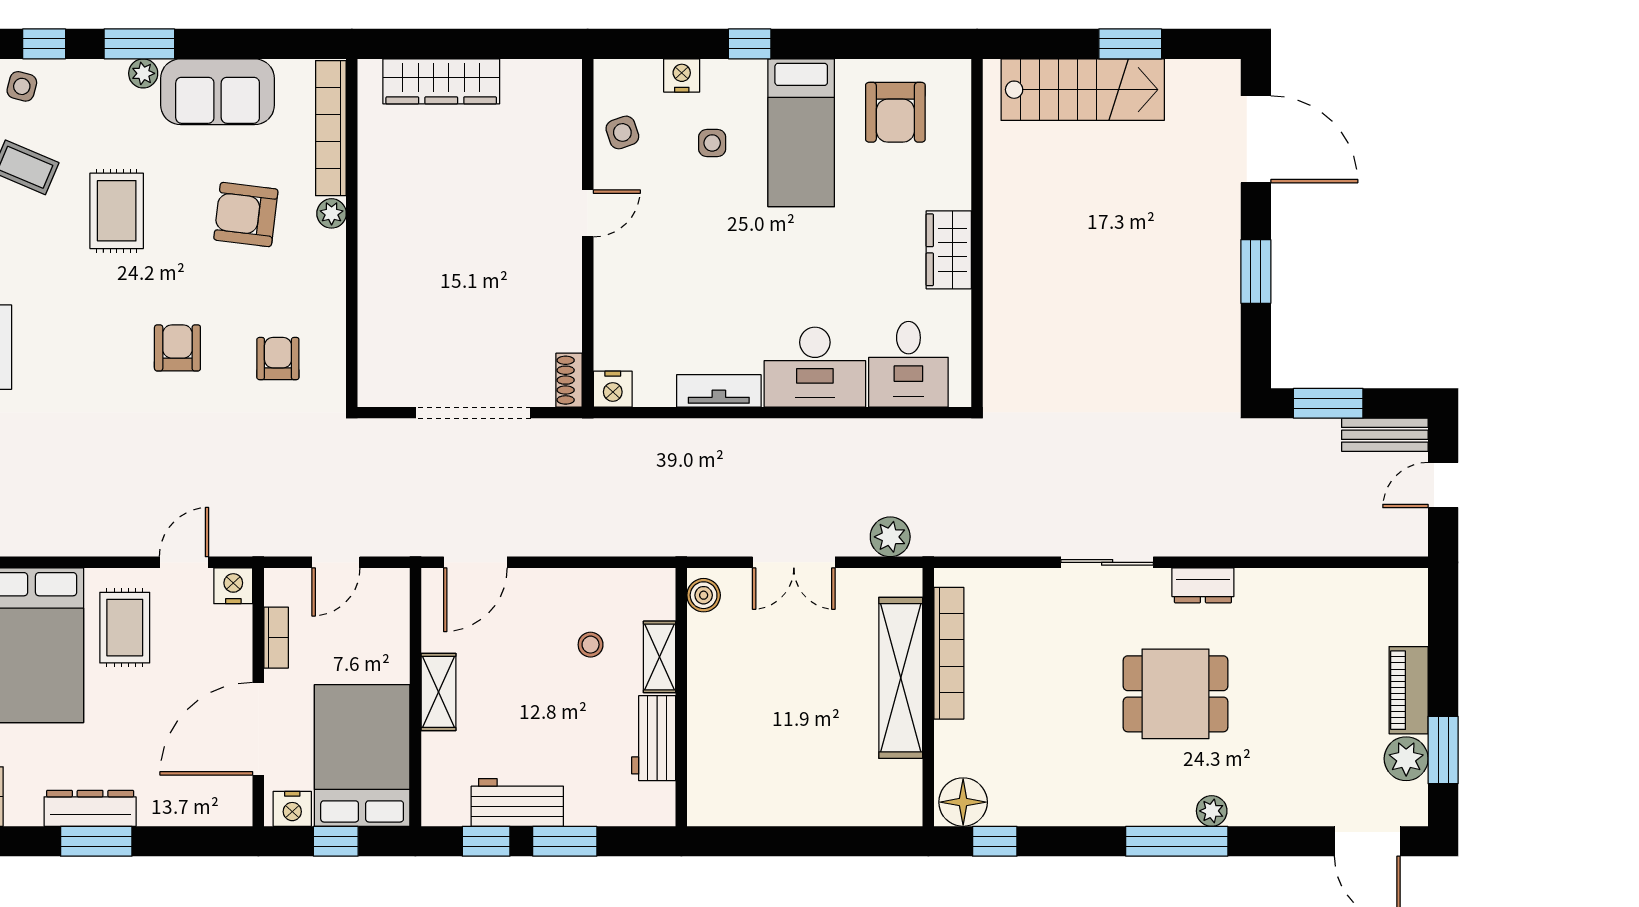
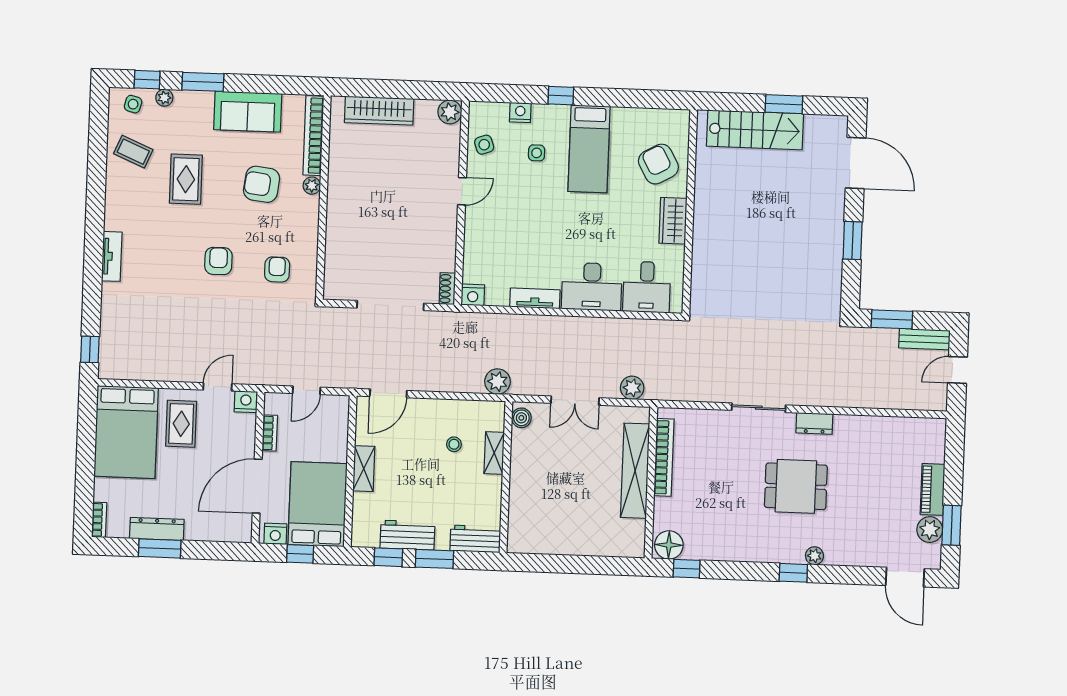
plant: (143, 73) -> (164, 98), moved
plant: (562, 79) -> (450, 112), added
armchair: (895, 112) -> (658, 164), moved, turned 151
plant: (661, 535) -> (498, 382), added
workbench: (654, 738) -> (475, 539), moved, turned 90
window: (1177, 841) -> (793, 573), width x0.46

